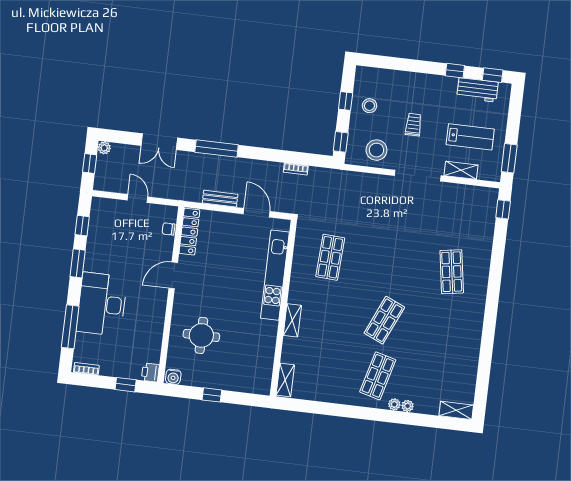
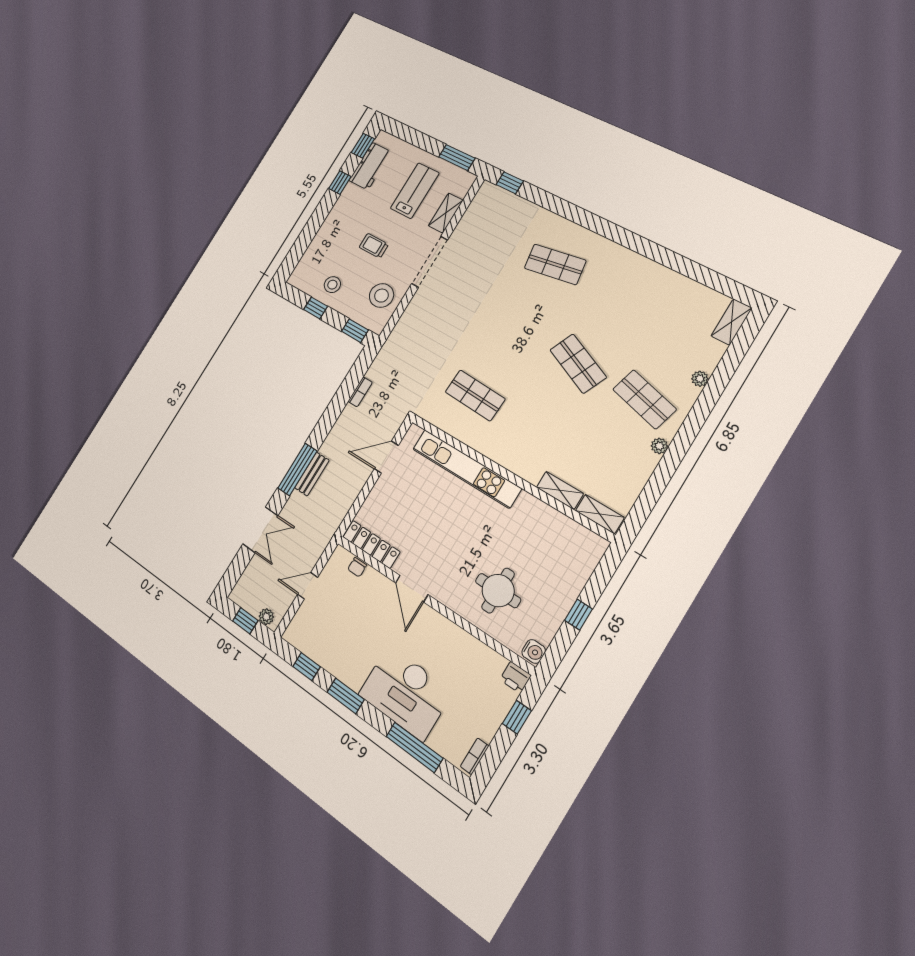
plant: (104, 148) -> (266, 617), moved
bench: (220, 199) -> (312, 474), moved
shelving: (292, 320) -> (560, 490), moved
plant: (394, 404) -> (659, 446), moved

